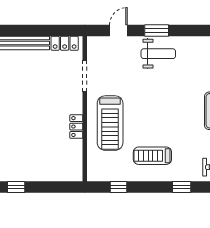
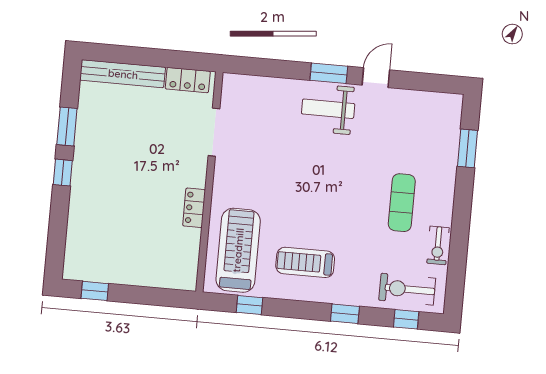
door: (118, 30) -> (376, 78), moved
weight bench: (158, 54) -> (328, 109), turned 180
treadmill: (110, 123) -> (238, 250), moved, turned 180

